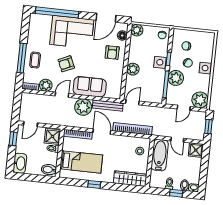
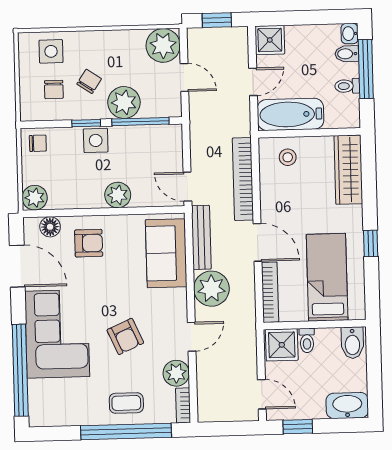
window: (22, 58) -> (126, 431), width x1.46
side table: (205, 68) -> (51, 51), moved
sofa: (90, 87) -> (166, 253), moved
door: (62, 95) -> (192, 337), swing flipped
door: (102, 132) -> (258, 242), swing flipped
window: (176, 193) -> (366, 69), width x2.17

